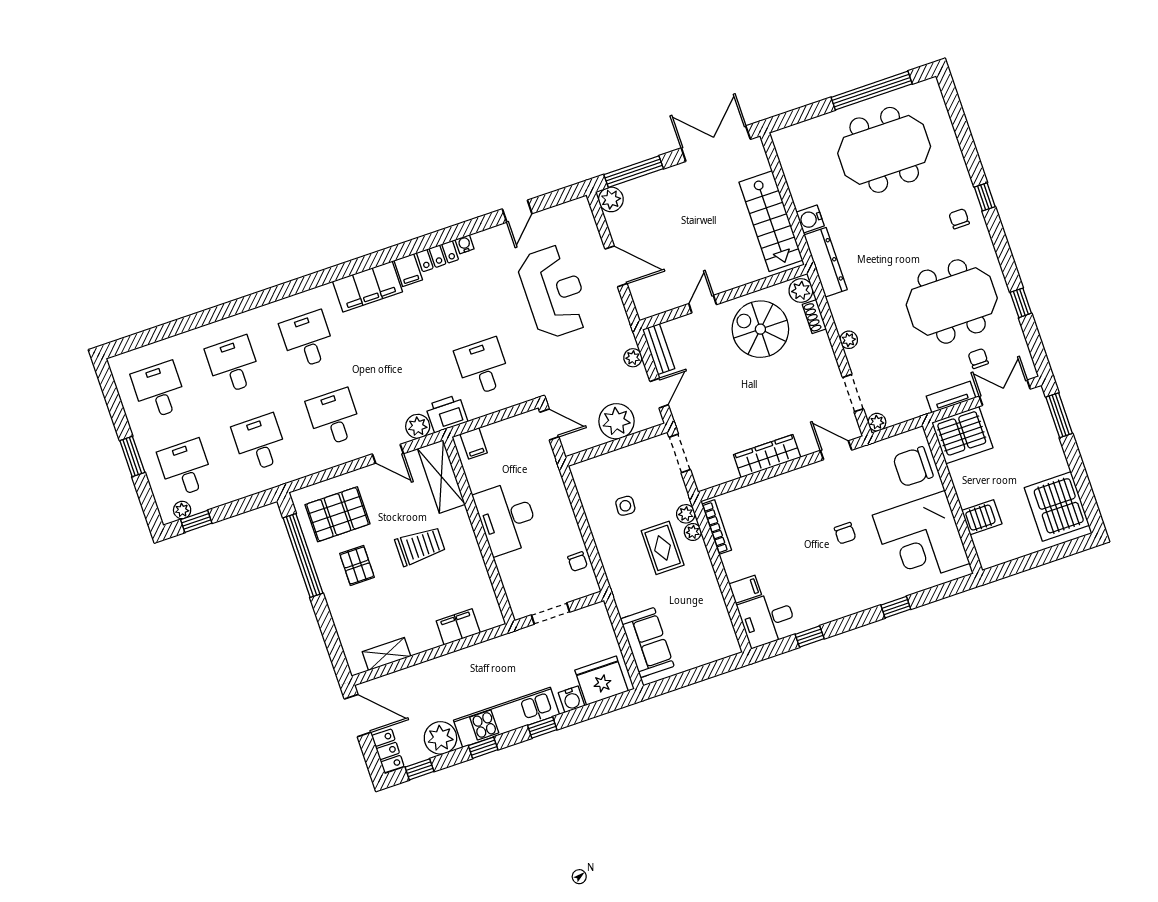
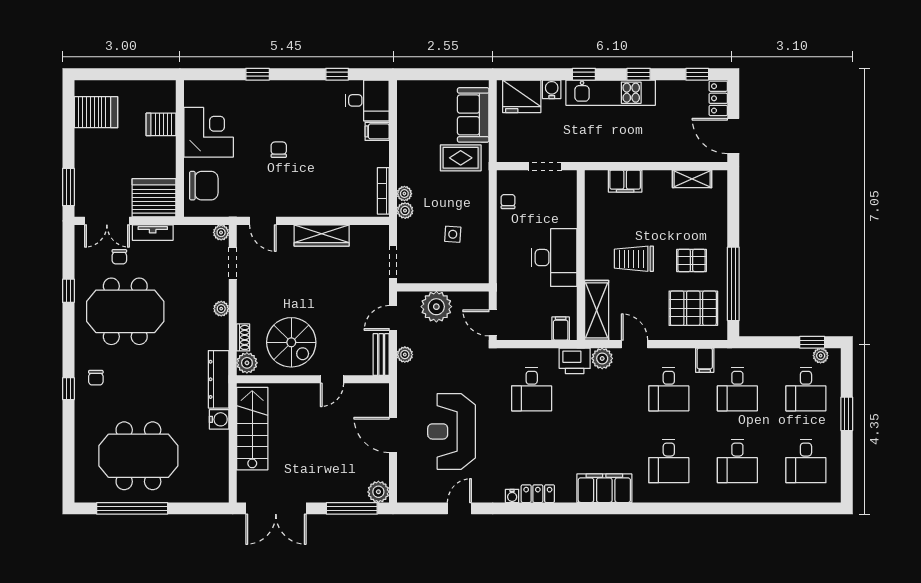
filing cabinet: (408, 270) -> (705, 360), moved, turned 180
server rack: (1057, 506) -> (96, 112), width x0.62
corner desk: (921, 539) -> (209, 132), width x0.74, depth x0.74
rug: (663, 548) -> (461, 158), moved, turned 90
pallet: (357, 565) -> (692, 260), turned 90
plant: (440, 738) -> (671, 94), removed

